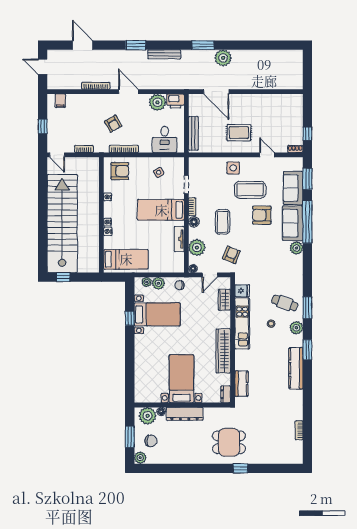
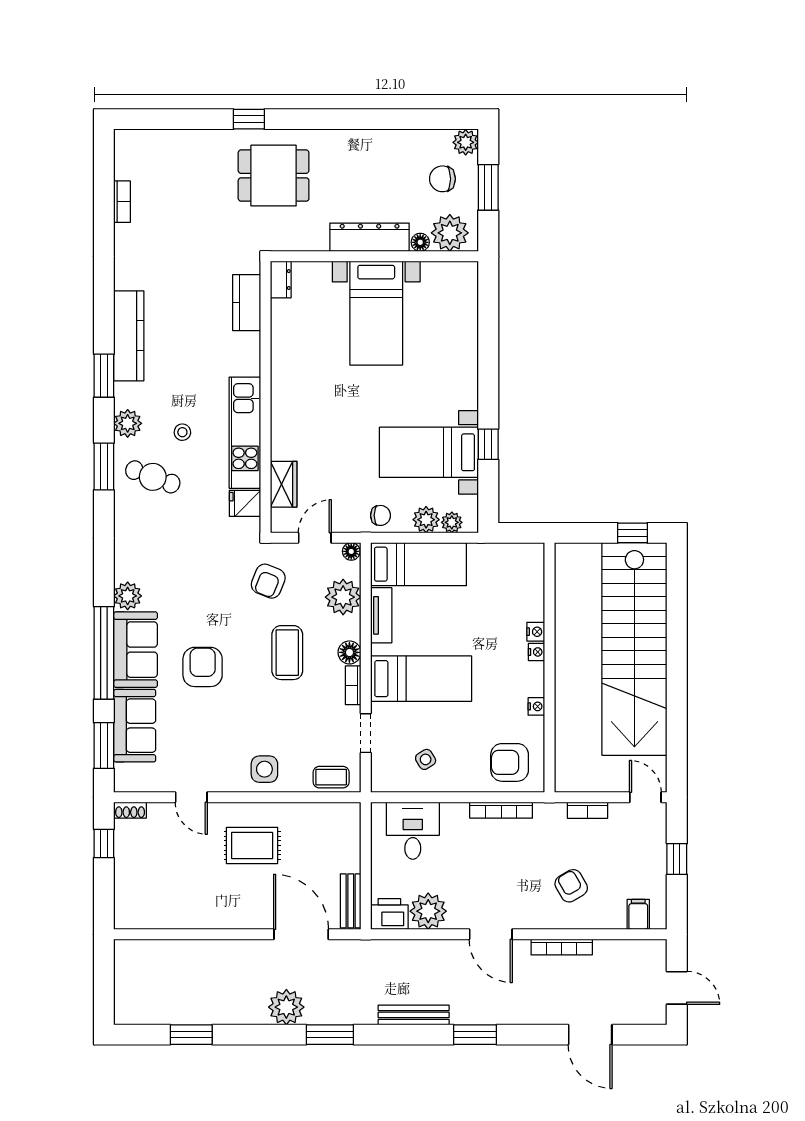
window: (267, 45) -> (191, 1035), added
armchair: (113, 124) -> (571, 886), moved
bench: (193, 133) -> (351, 901), moved, width x0.73
coffee table: (250, 190) -> (331, 777), moved, width x0.54, depth x0.58
armchair: (262, 215) -> (203, 667), turned -90
bed: (126, 259) -> (419, 564), moved, turned 180
wardrobe: (223, 351) -> (286, 373), removed

